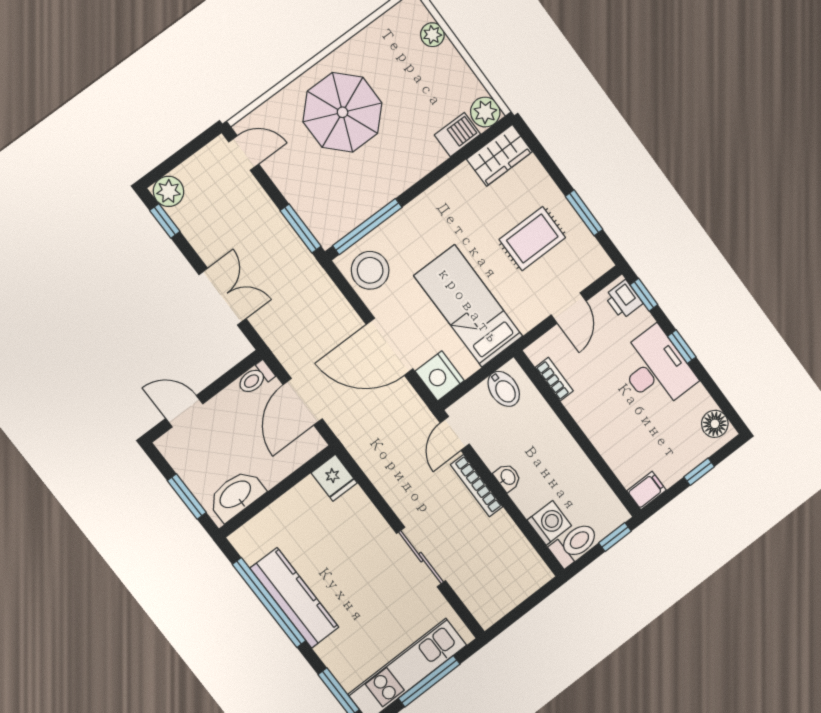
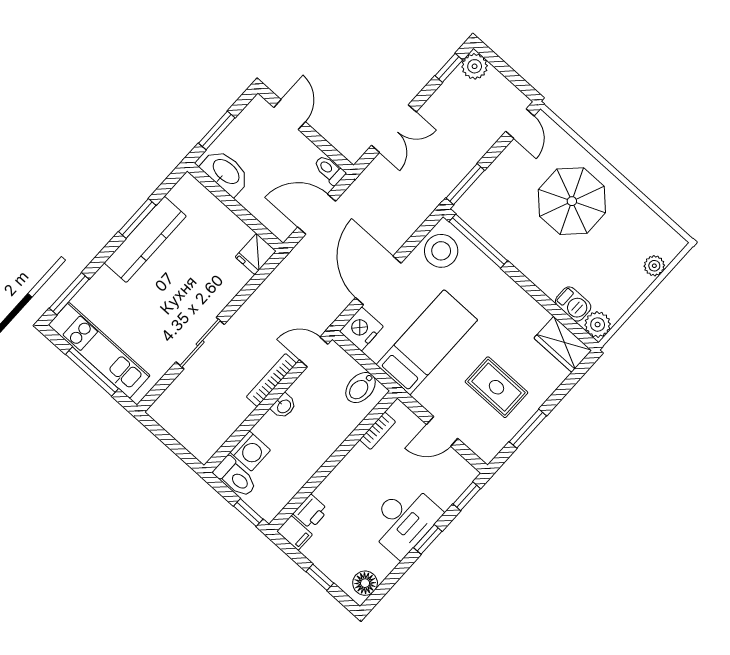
printer: (624, 299) -> (311, 512), moved, turned 180
window: (269, 603) -> (137, 218), width x0.47

